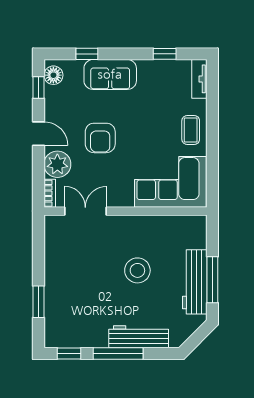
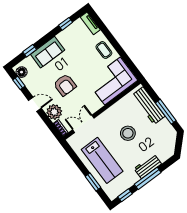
lab bench: (74, 281) -> (102, 160), added
workbench: (195, 282) -> (149, 106), moved
workbench: (139, 337) -> (148, 166), width x0.73

